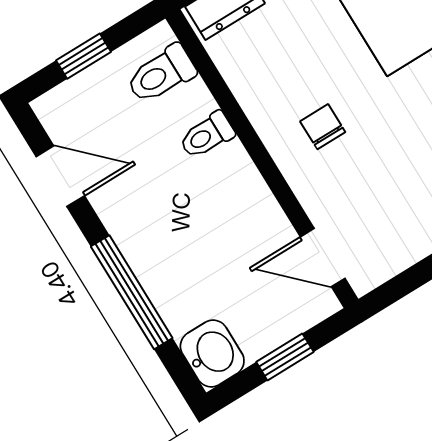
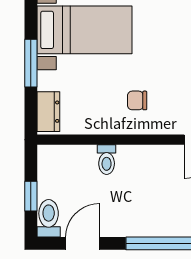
toilet: (161, 74) -> (49, 218), moved, turned 180

